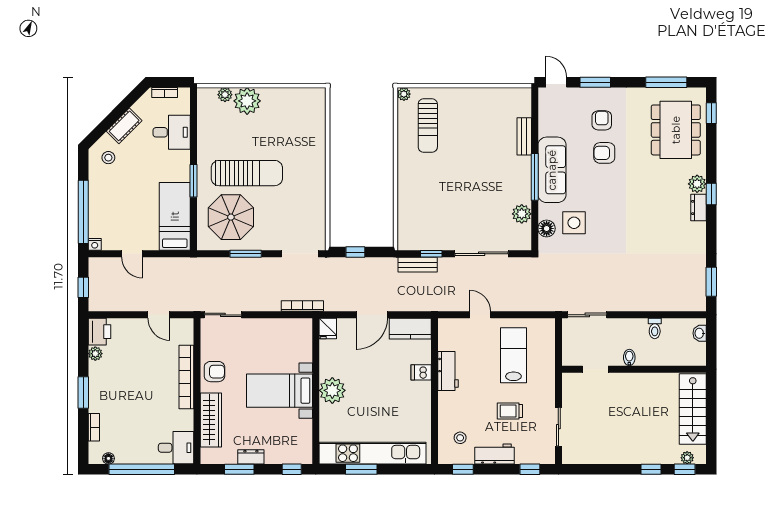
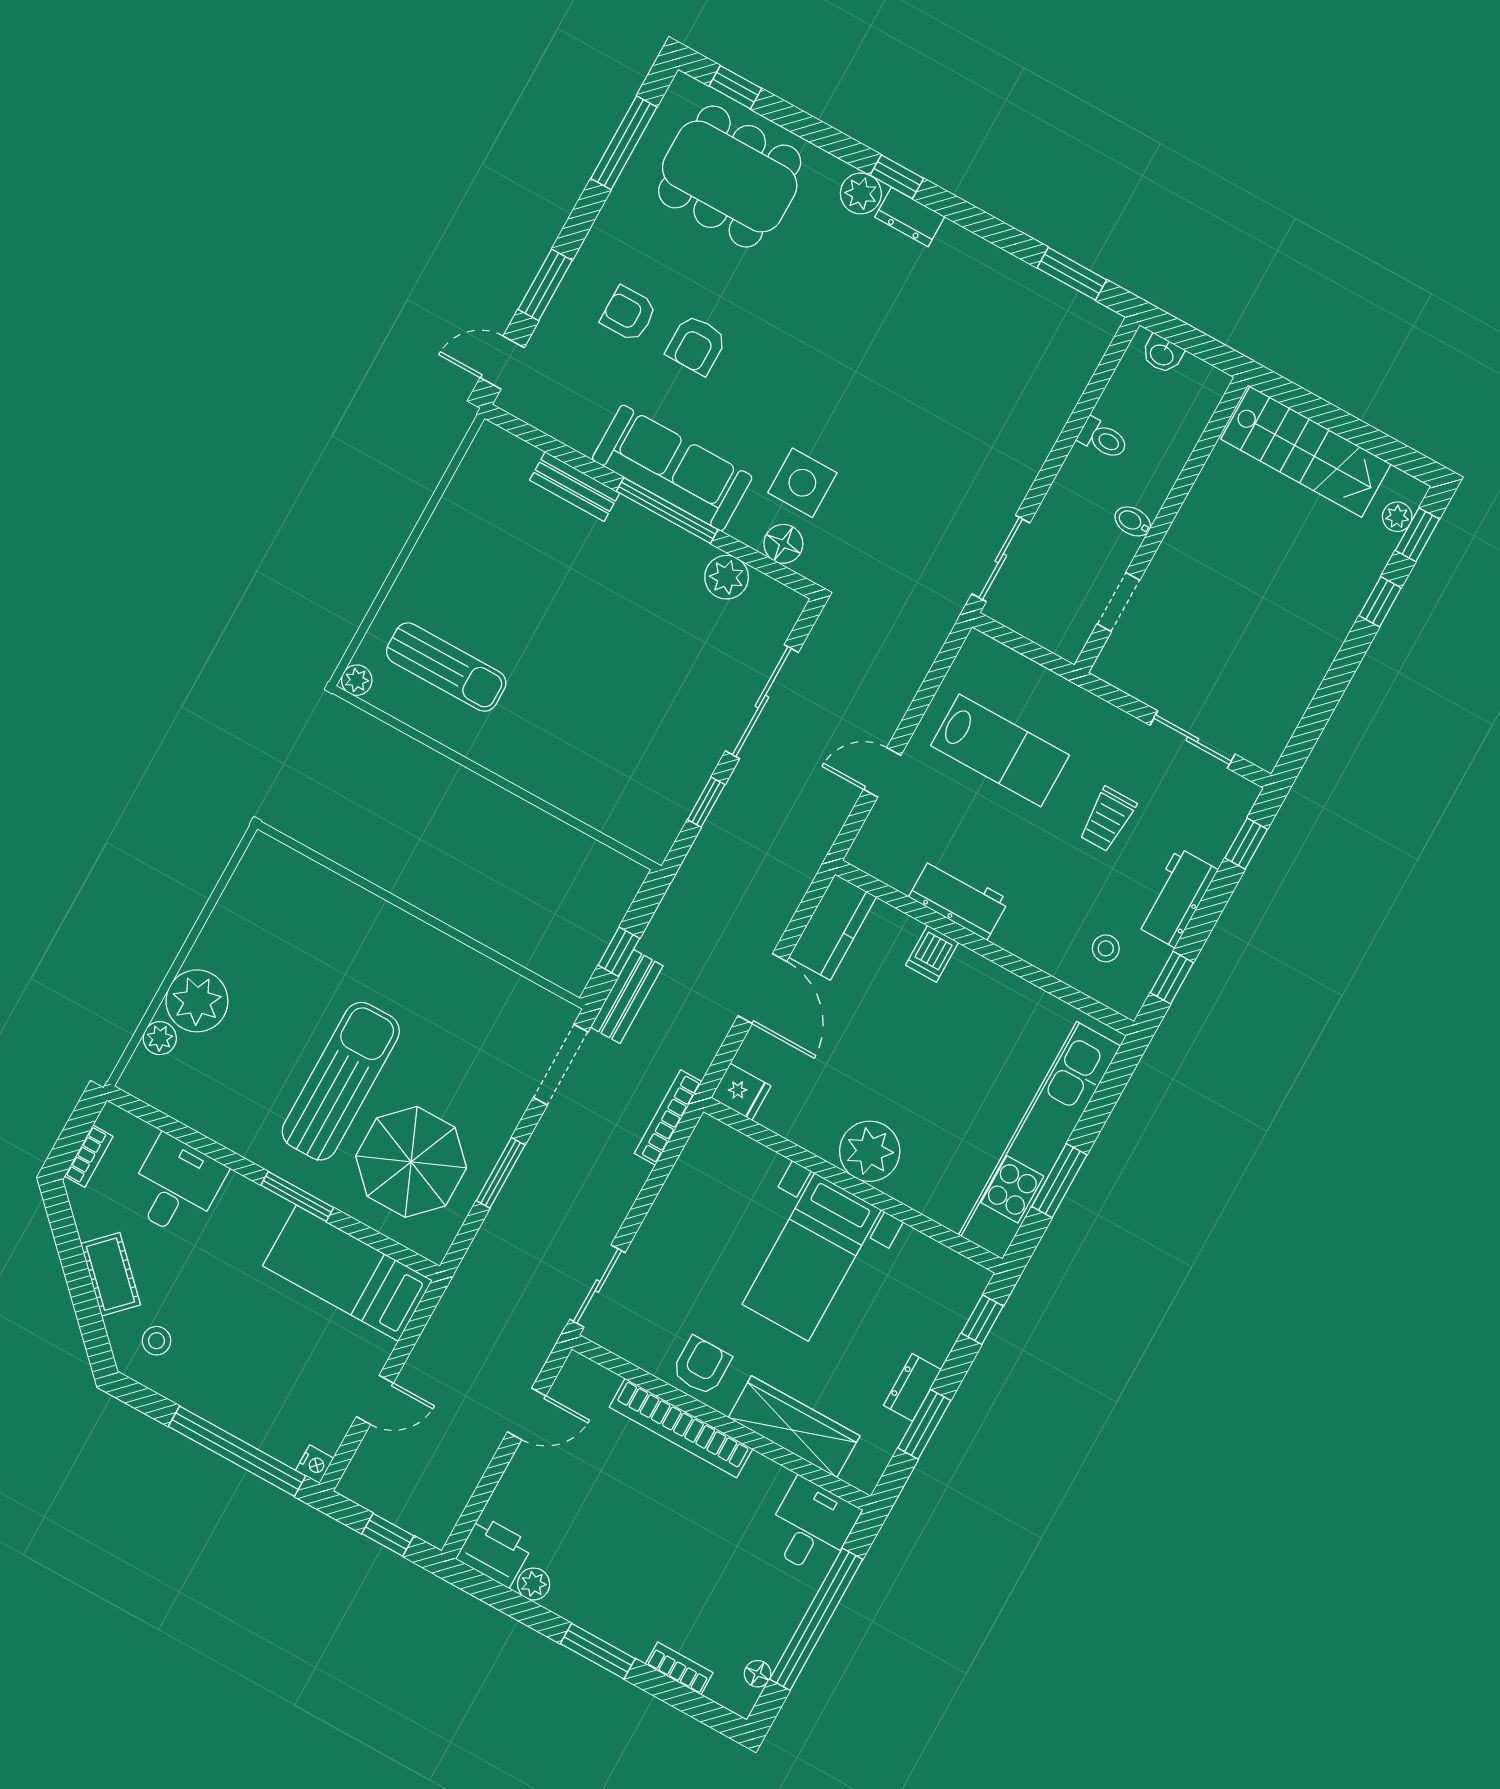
bench: (418, 265) -> (627, 997), moved
lab bench: (513, 355) -> (1000, 750), turned 180

